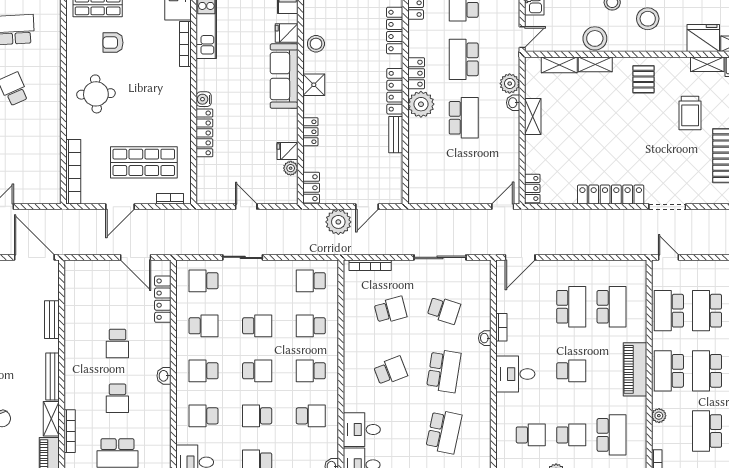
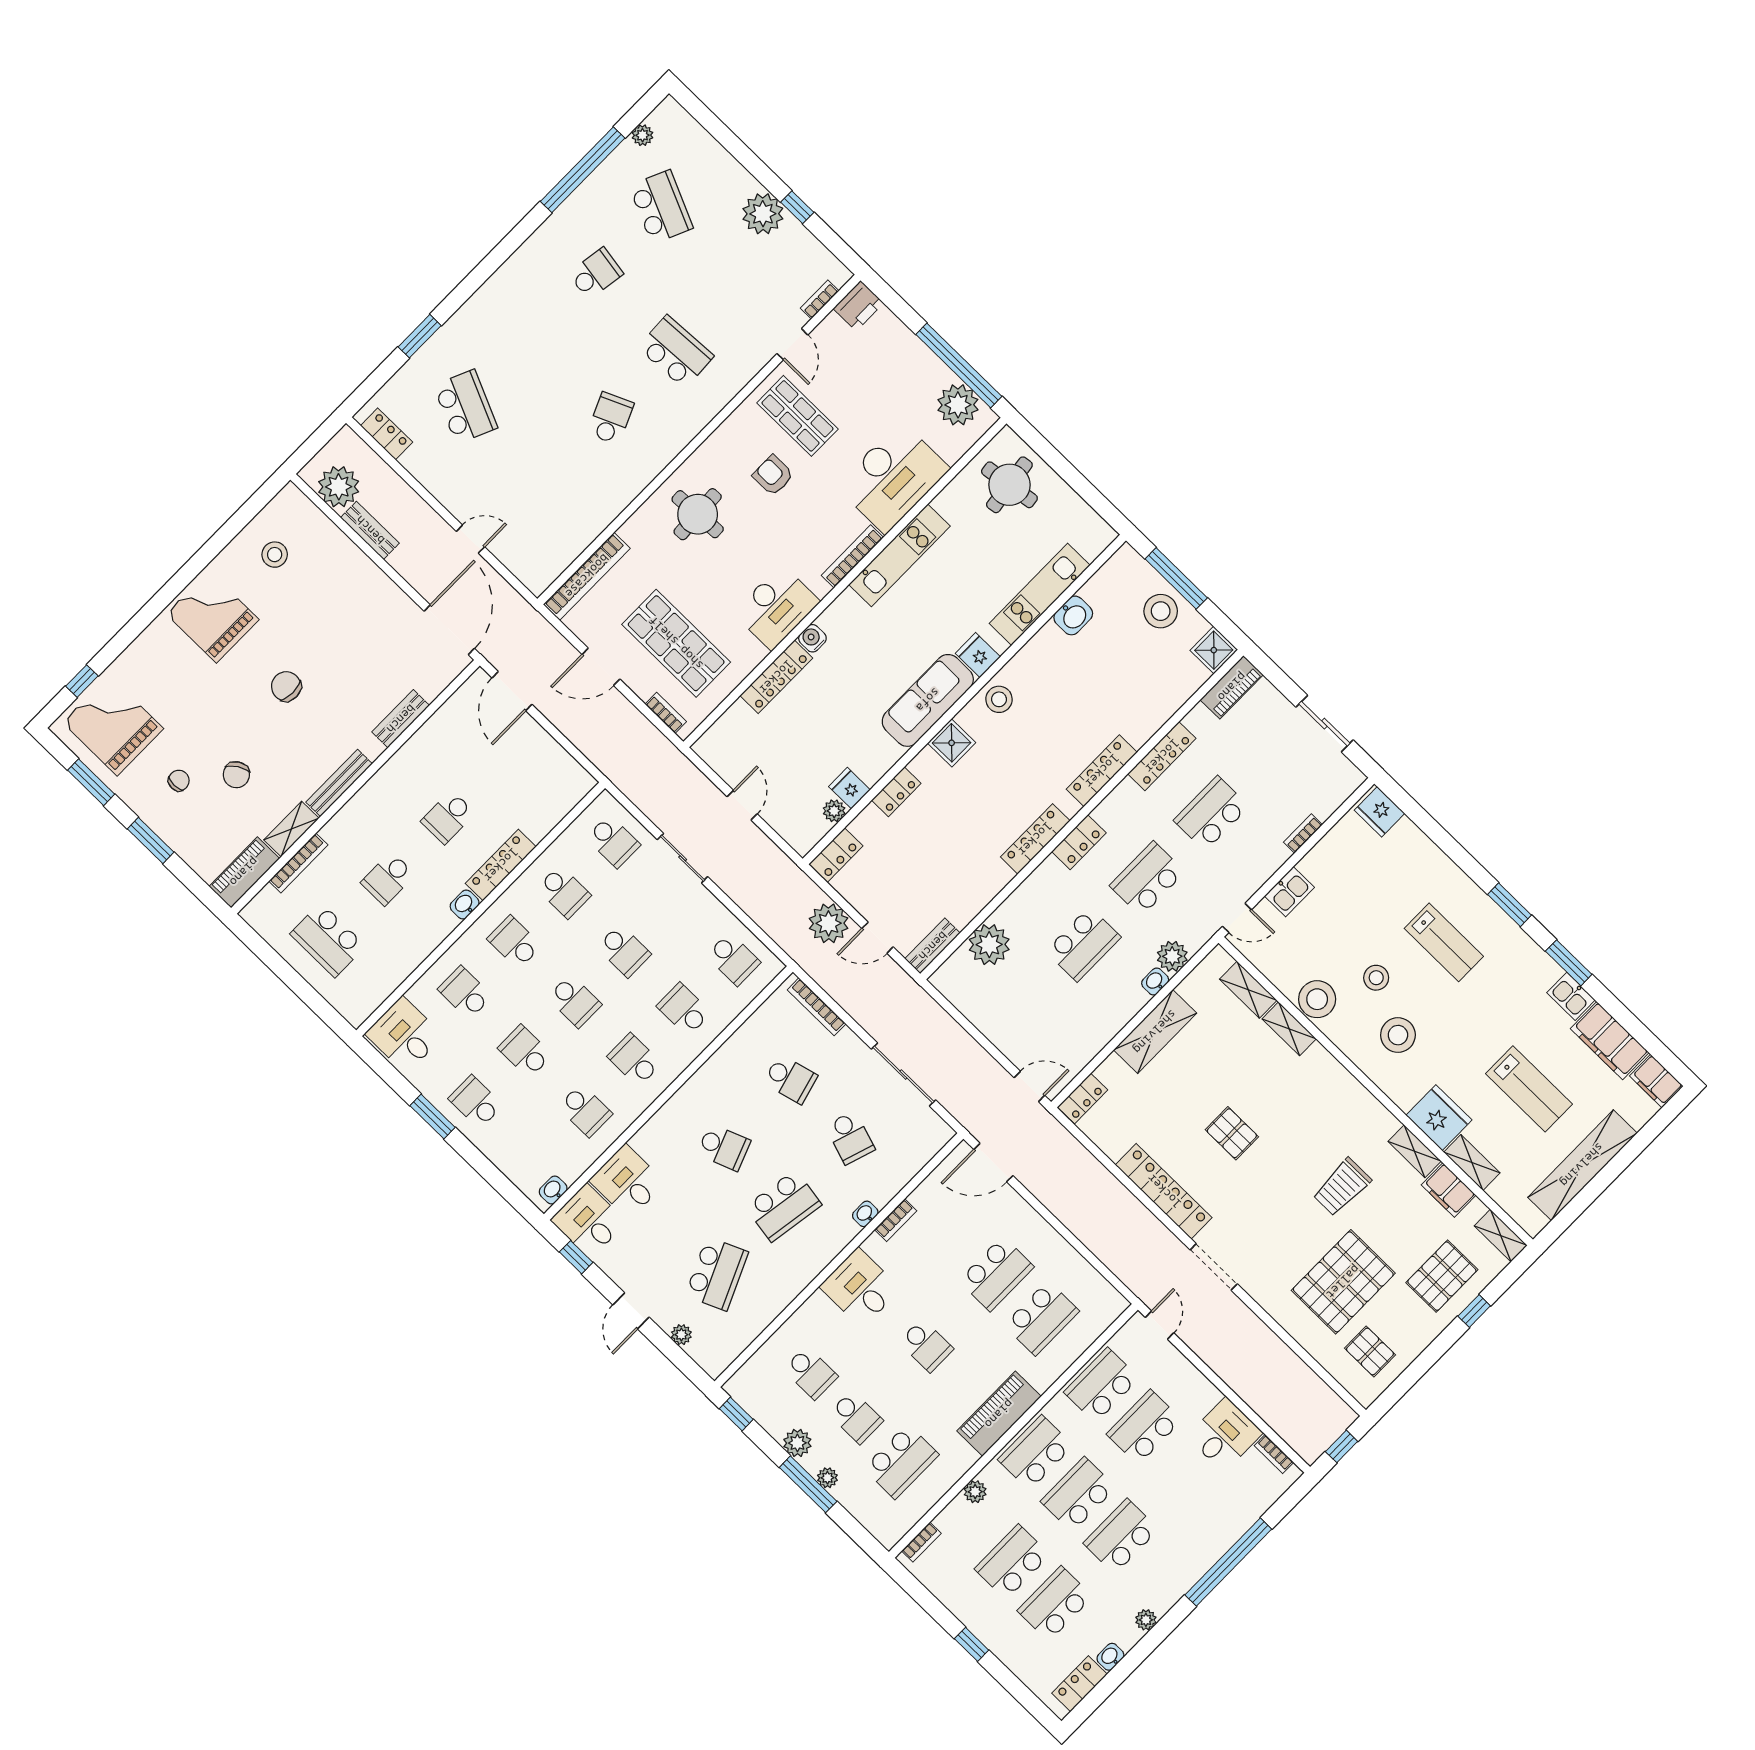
pallet: (643, 79) -> (1232, 1133), moved, turned 90
desk: (173, 101) -> (776, 607), added
plant: (421, 104) -> (989, 945), moved
shelving: (533, 117) -> (1155, 1032), width x1.50, depth x1.33
bench: (396, 135) -> (933, 946), moved
door: (136, 257) -> (512, 691), moved
school desk: (203, 281) -> (613, 841), turned 180
school desk: (311, 281) -> (733, 959), turned 180
locker: (163, 299) -> (501, 865), moved
school desk: (444, 432) -> (717, 1274), turned -36

